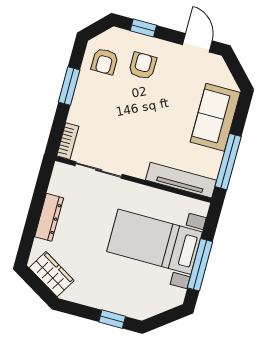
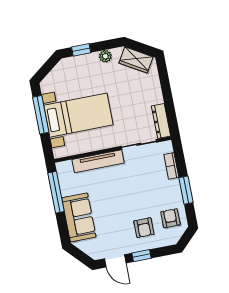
window: (143, 28) -> (142, 256), moved
bookcase: (68, 141) -> (171, 166), moved
tv unit: (181, 180) -> (98, 161), moved
dresser: (49, 217) -> (161, 121), moved
plant: (87, 297) -> (105, 56), added

